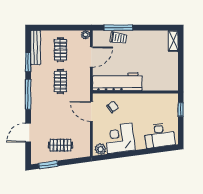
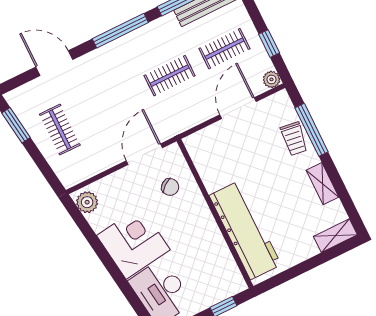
window: (68, 28) -> (269, 44), added
shelving: (146, 35) -> (322, 184), added
door: (91, 57) -> (238, 108), swing flipped
workbench: (117, 82) -> (245, 230), moved
corner desk: (120, 138) -> (133, 243), moved

